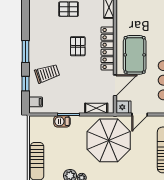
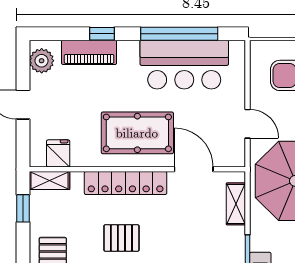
fridge: (124, 107) -> (58, 153), moved

